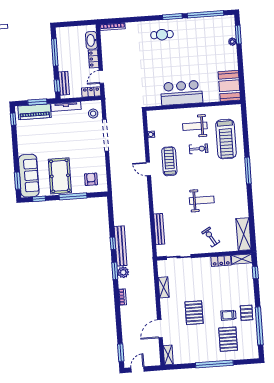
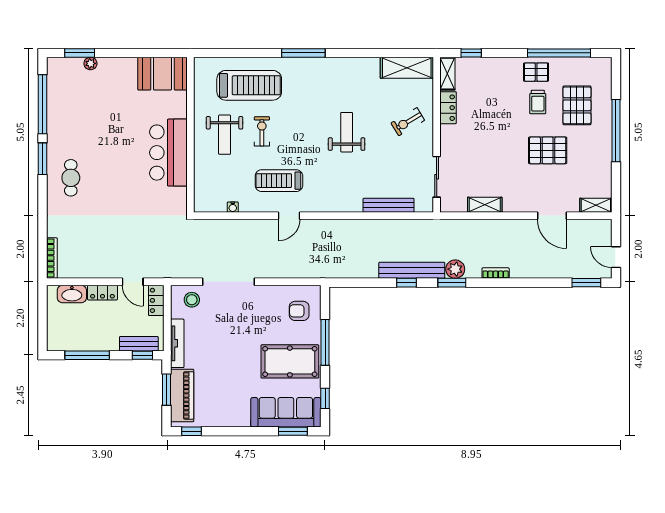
pallet: (194, 313) -> (548, 150), moved
pallet: (228, 339) -> (577, 105), turned 90

